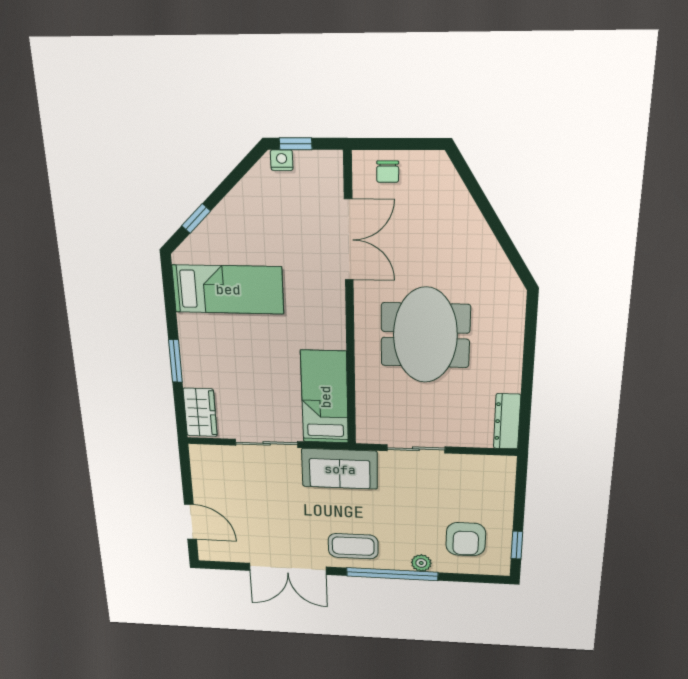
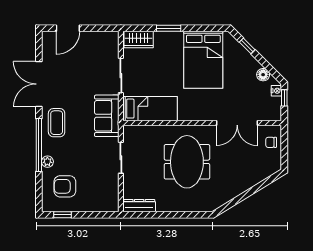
floor lamp: (251, 187) -> (263, 75), added
bed: (228, 289) -> (203, 60), width x1.50
meeting table: (425, 335) -> (187, 162), turned 90

